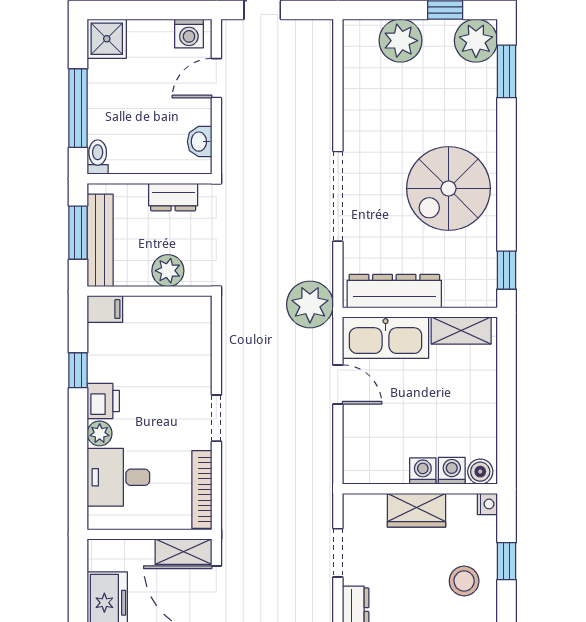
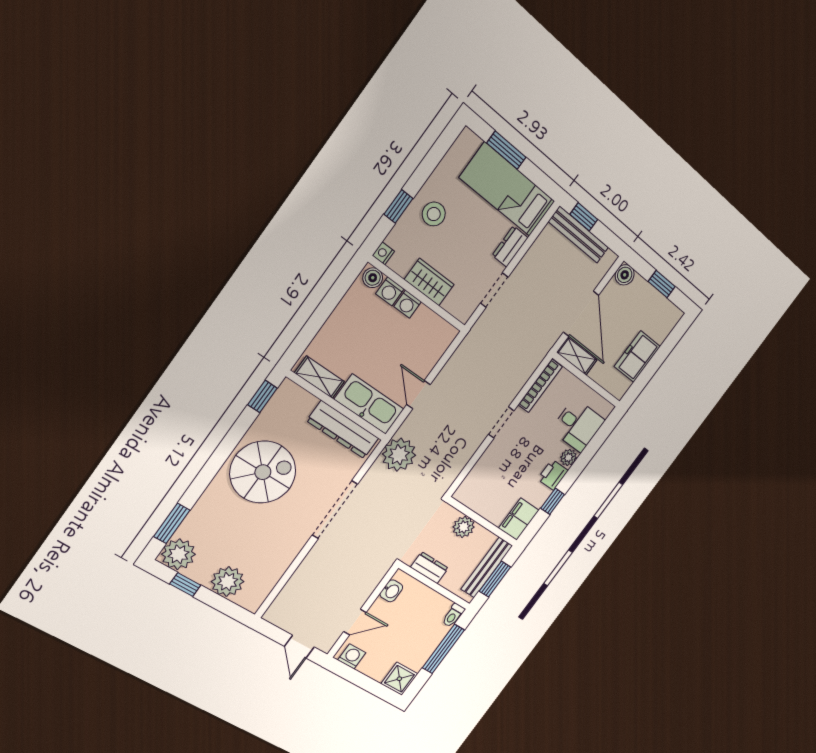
filing cabinet: (105, 309) -> (519, 519), width x2.00

